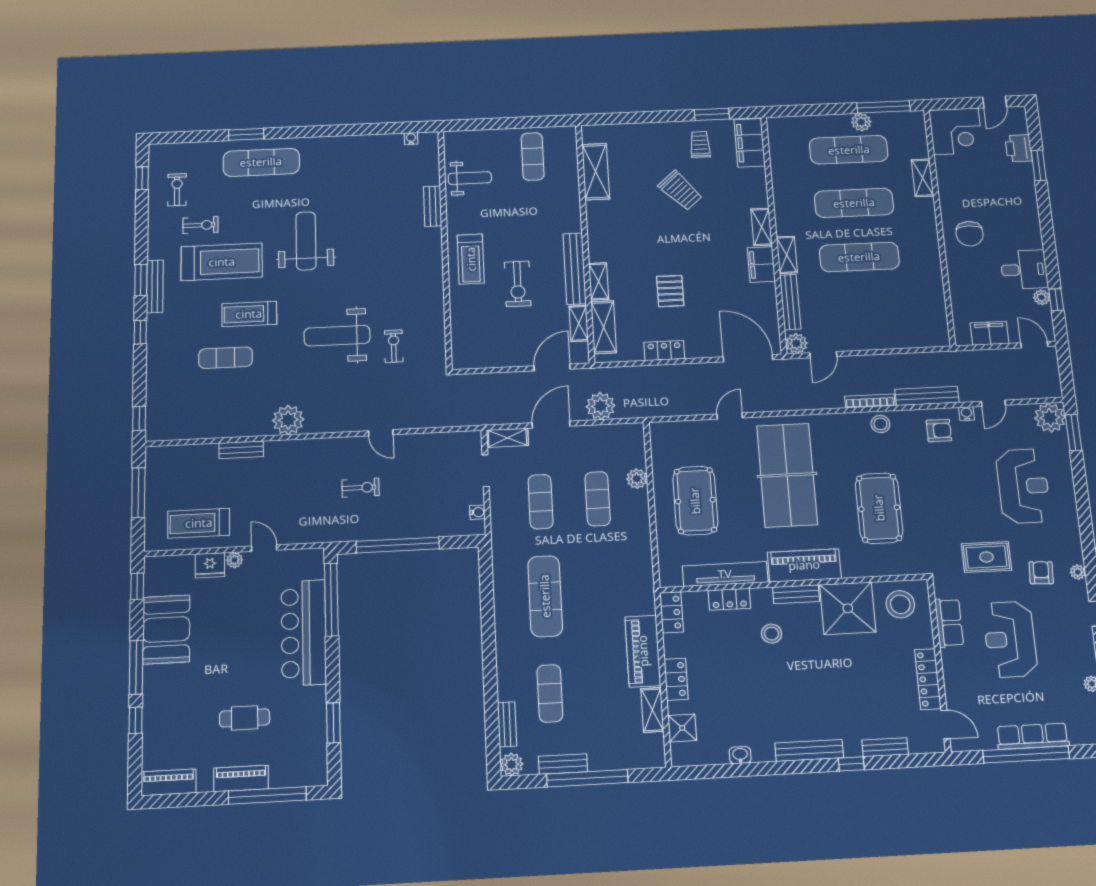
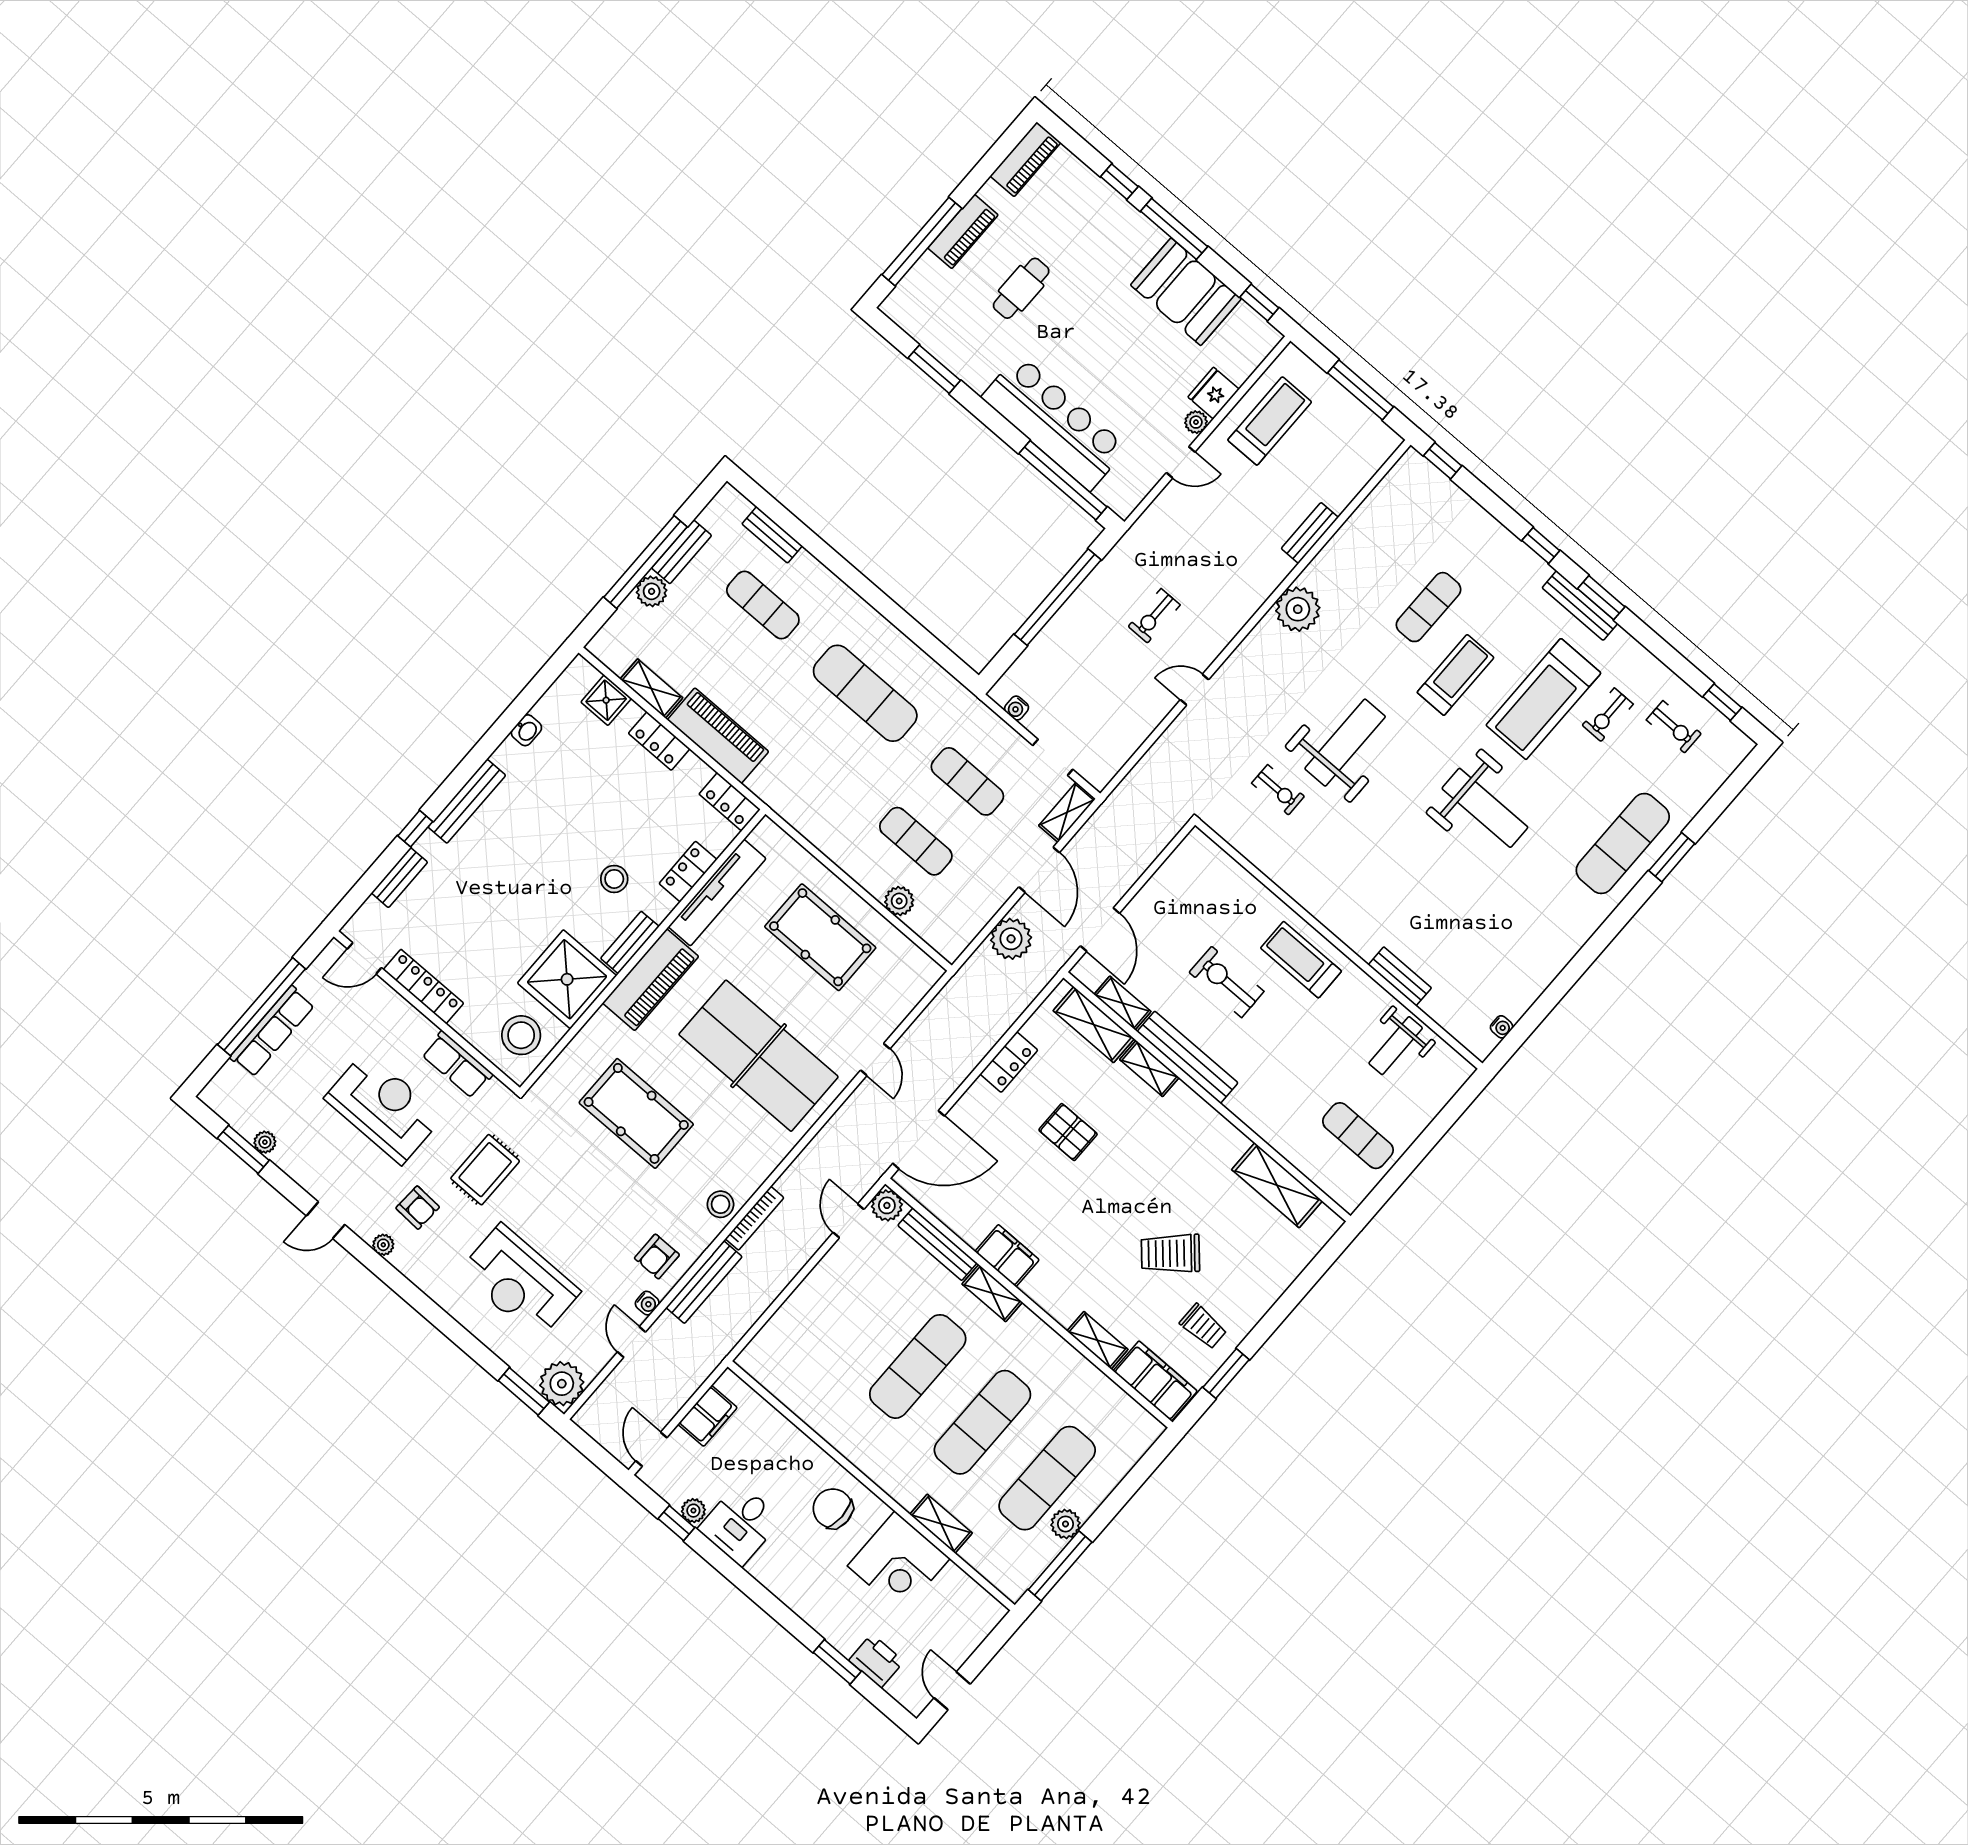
corner desk: (956, 131) -> (899, 1562), moved, turned -90
shelving: (762, 227) -> (1097, 1340), moved
door: (1034, 345) -> (651, 1449), swing flipped
plant: (512, 764) -> (652, 591), moved

